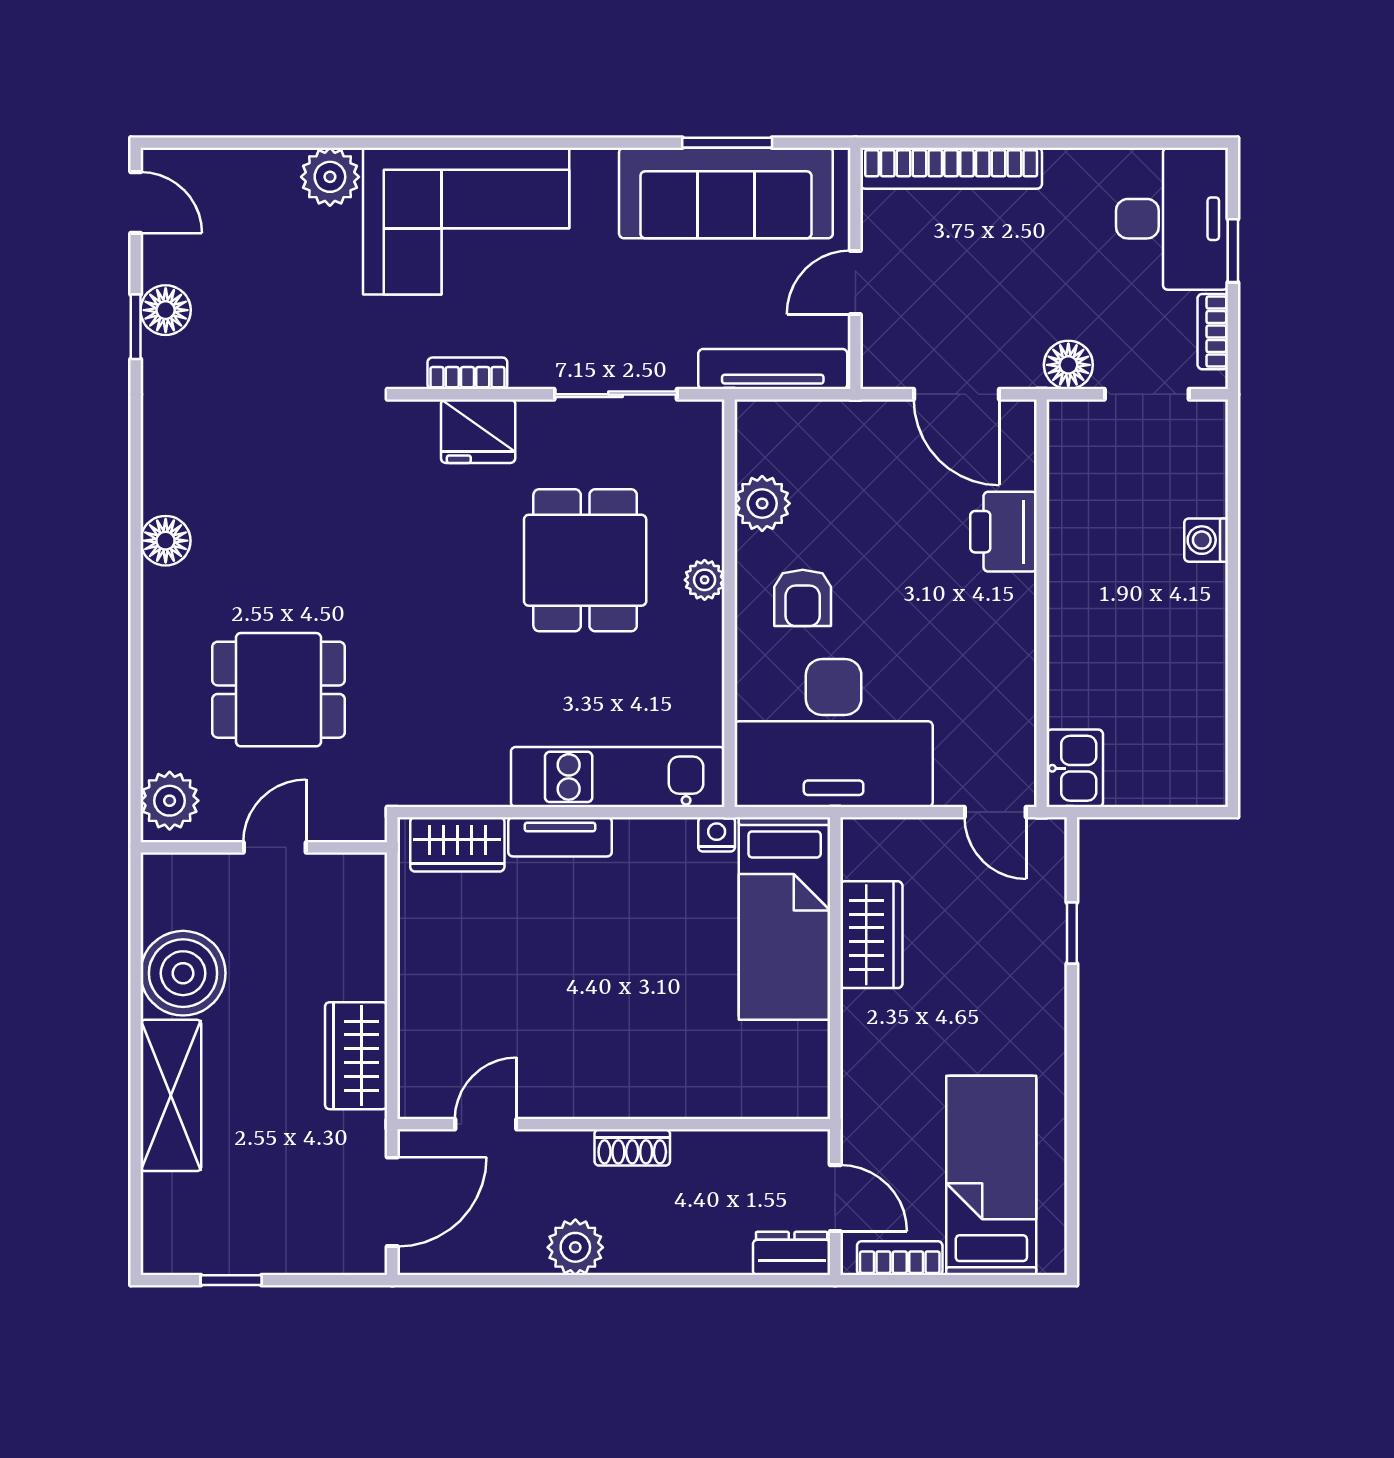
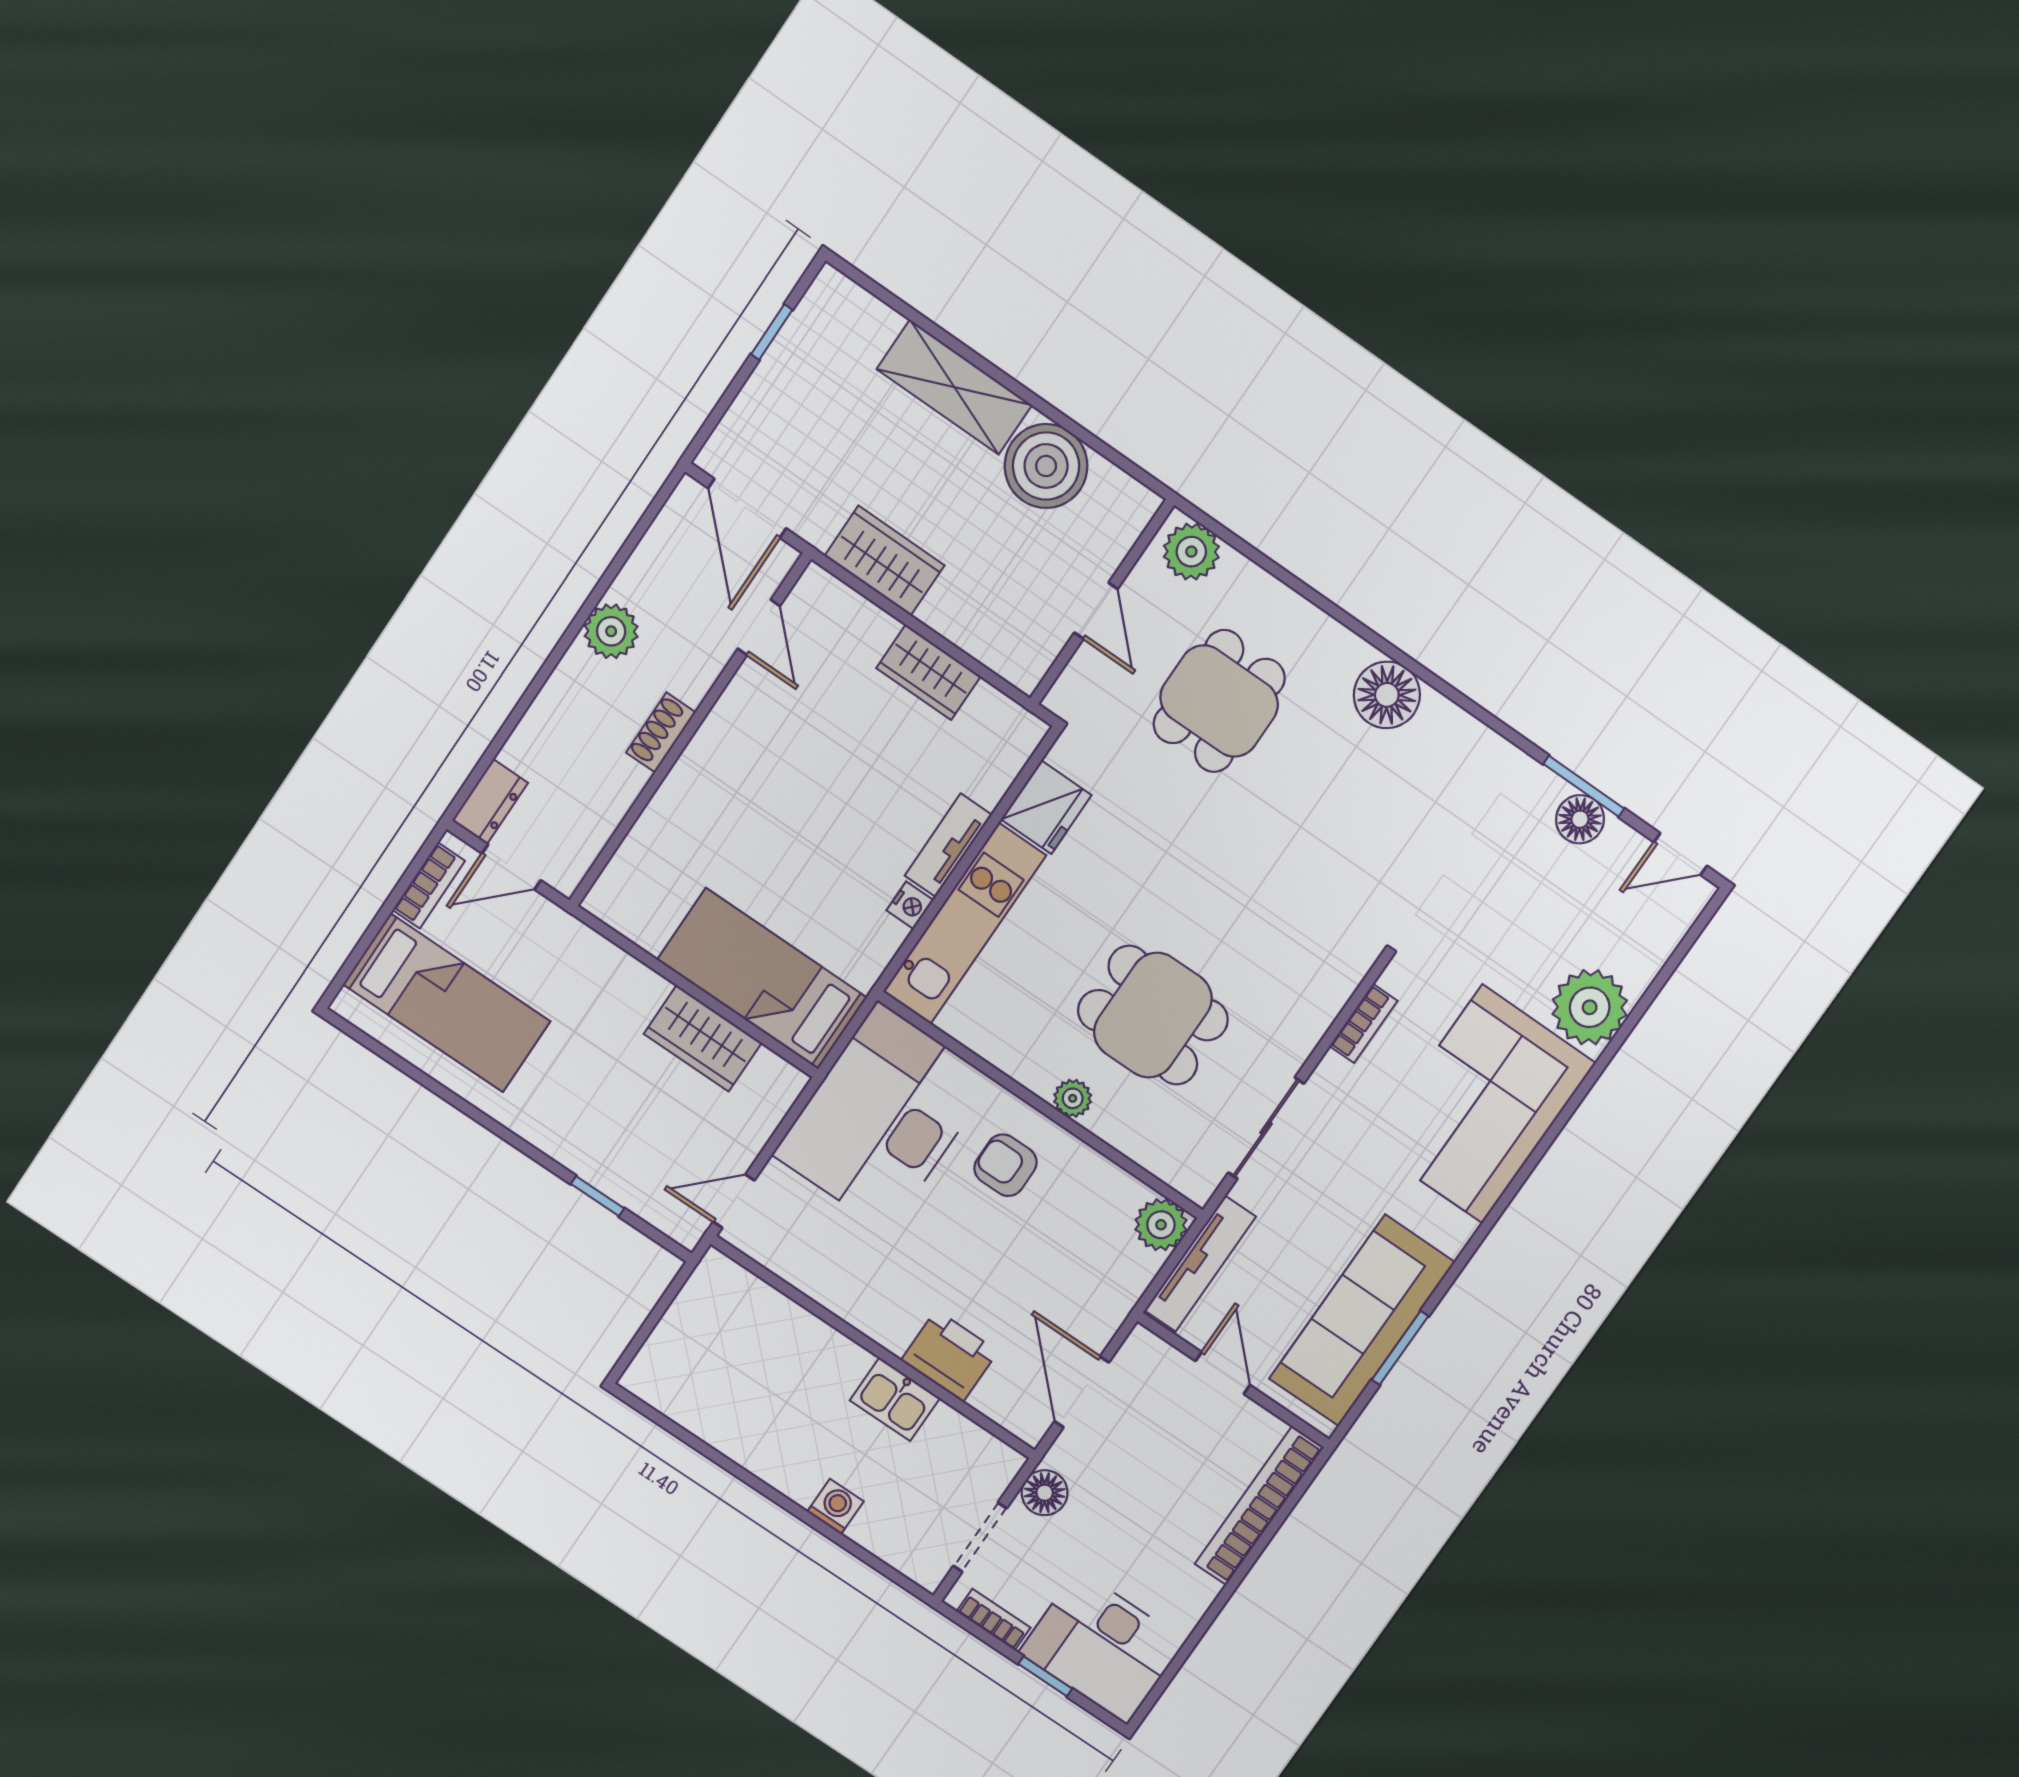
plant: (330, 177) -> (1590, 1007), width x1.36, depth x1.36
window: (136, 327) -> (1584, 786), width x1.50
door: (956, 394) -> (1082, 1392), hinge flipped
fridge: (478, 431) -> (1046, 807), moved, turned 180
plant: (762, 503) -> (1161, 1225), moved
floor lamp: (166, 541) -> (1387, 695), width x1.38, depth x1.38
kitchen sink: (1075, 768) -> (895, 1399), moved
nightstand: (717, 834) -> (910, 905), moved
wardrobe: (457, 844) -> (928, 672), moved, turned -90

